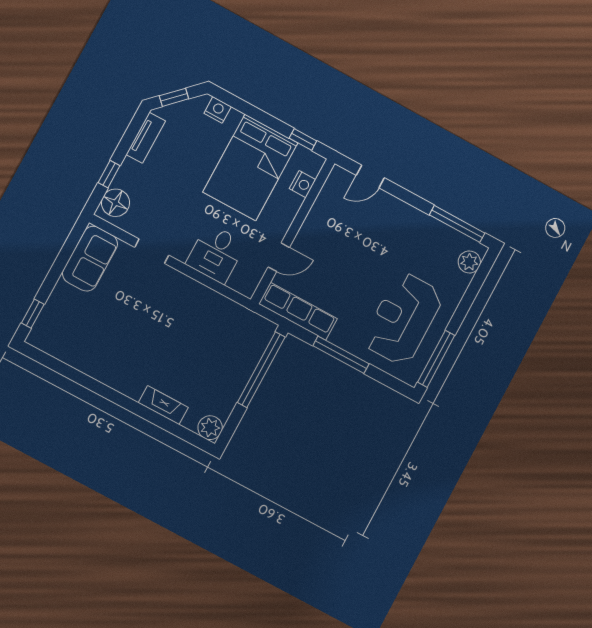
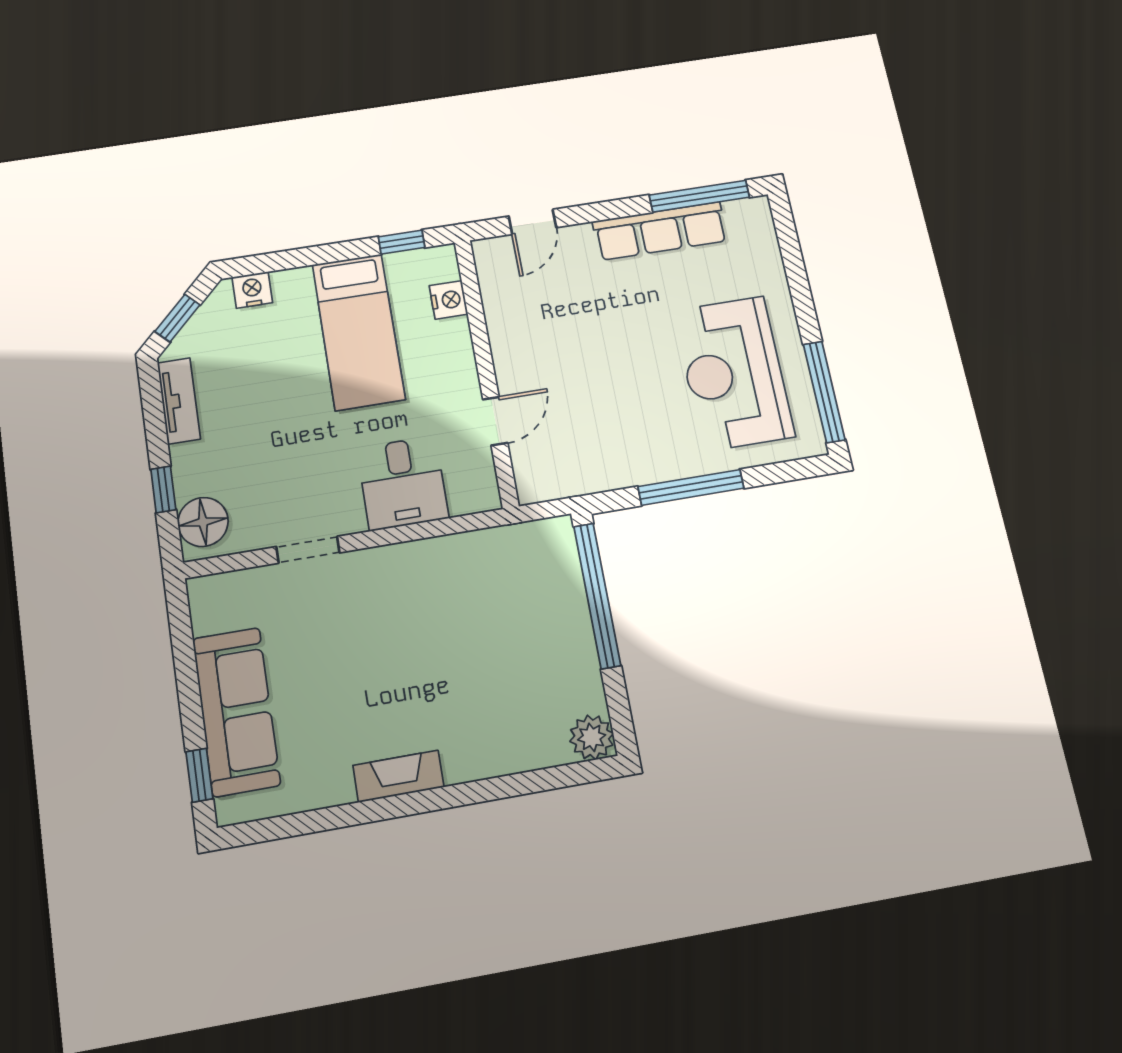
bed: (250, 167) -> (358, 332), width x0.67
sofa: (90, 259) -> (236, 711), moved, width x1.36
plant: (469, 262) -> (758, 232), removed
row of seats: (298, 311) -> (660, 231), moved, turned 180
fireplace: (163, 405) -> (398, 776), moved

